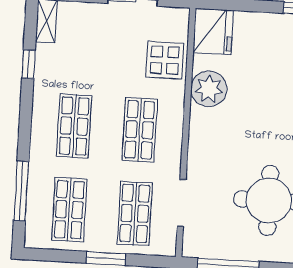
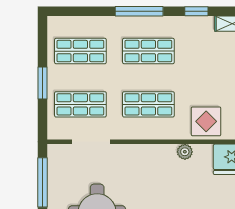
plant: (209, 89) -> (185, 152), width x0.53, depth x0.53
window: (21, 191) -> (139, 11), moved

